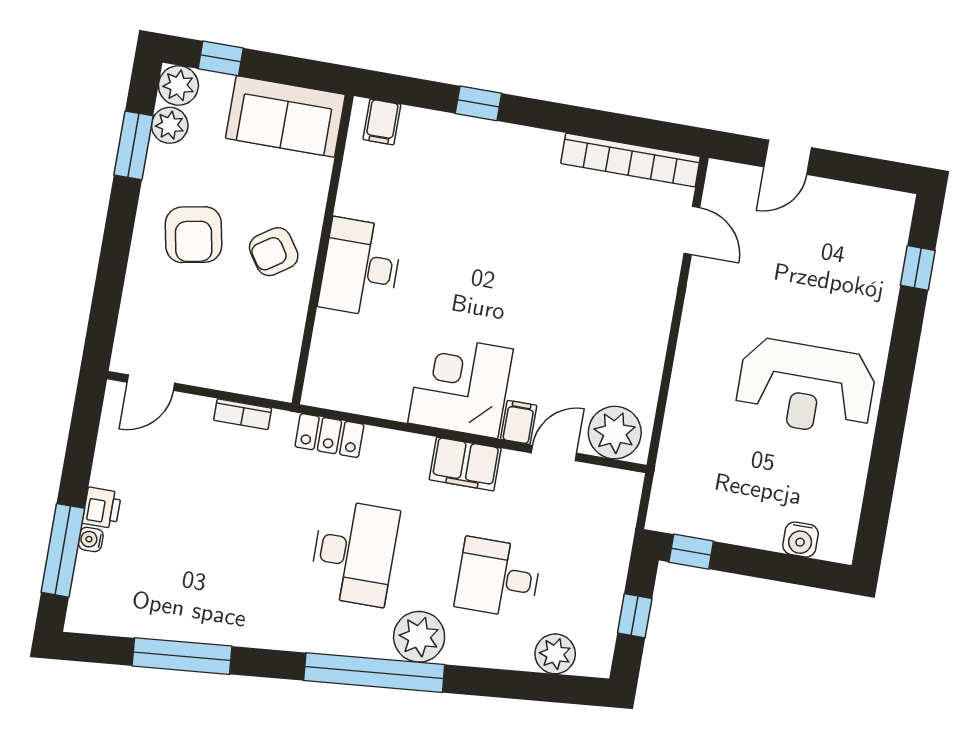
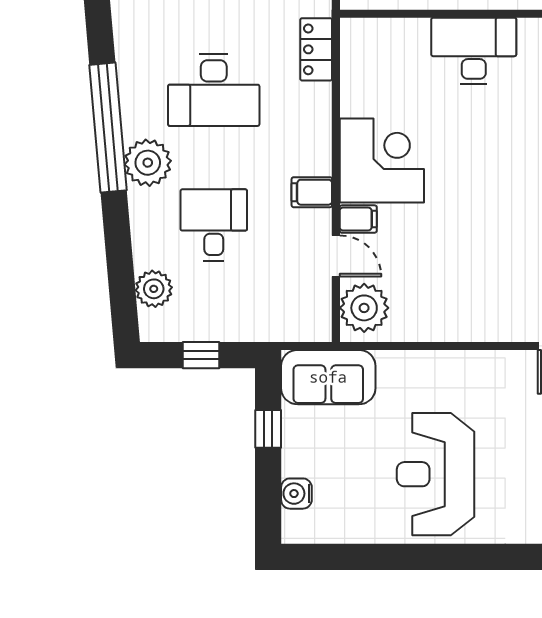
filing cabinet: (465, 464) -> (312, 192), width x0.50
sofa: (682, 484) -> (328, 377), added
window: (691, 552) -> (268, 429), moved

